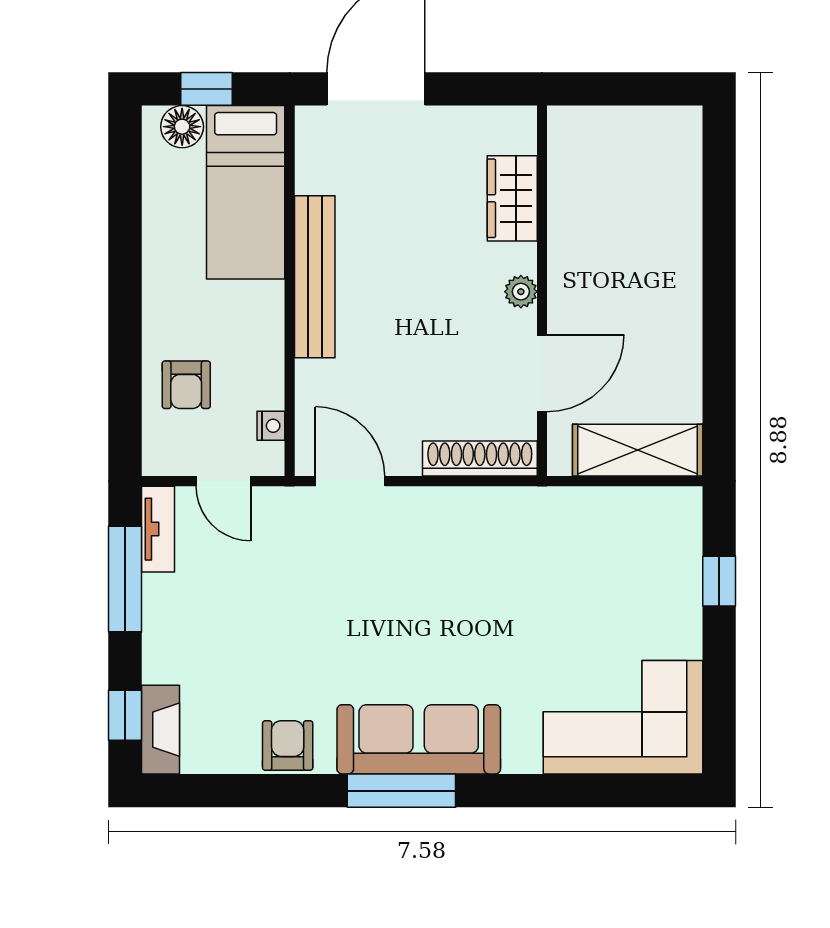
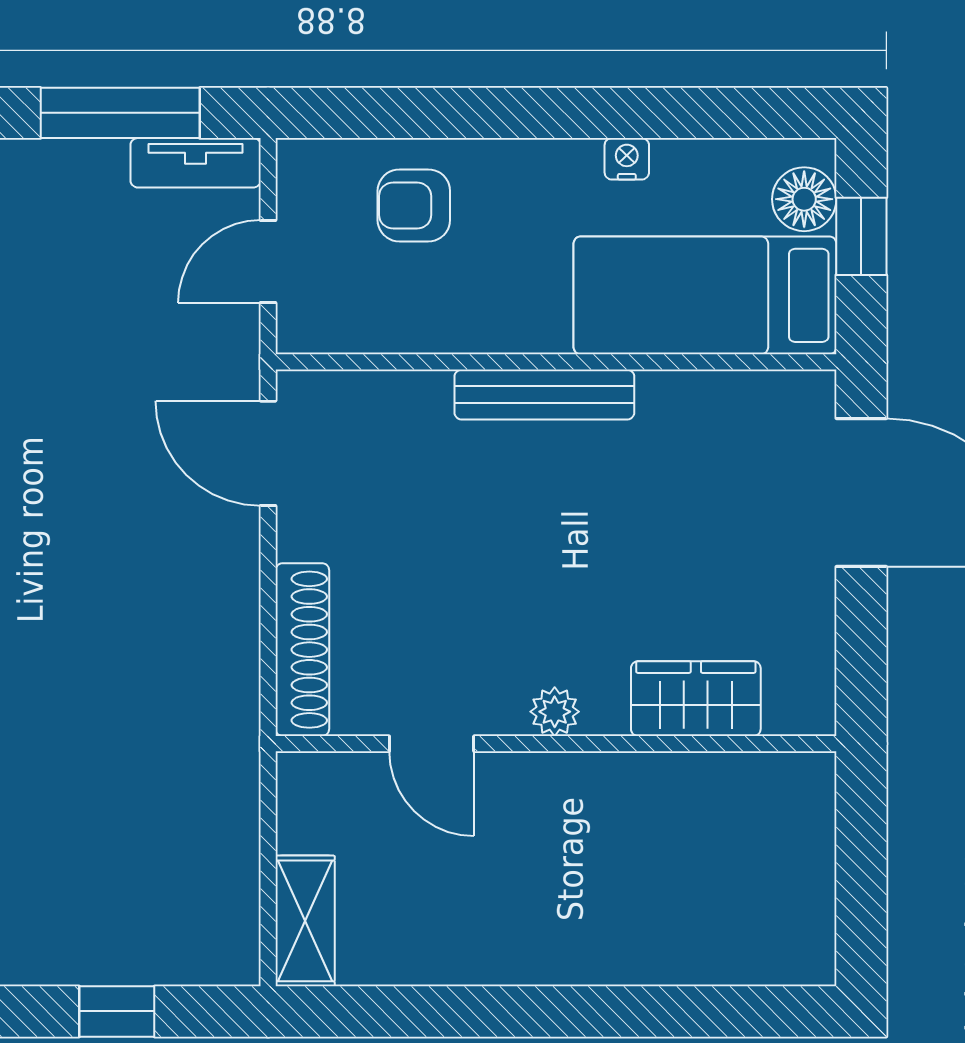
bench: (315, 277) -> (544, 395), width x0.73, depth x0.82
door: (542, 373) -> (432, 744), width x0.73
nightstand: (271, 426) -> (627, 159), moved, turned 180
shelving: (638, 450) -> (305, 921), width x0.67, depth x0.75
door: (350, 481) -> (268, 453), swing flipped

